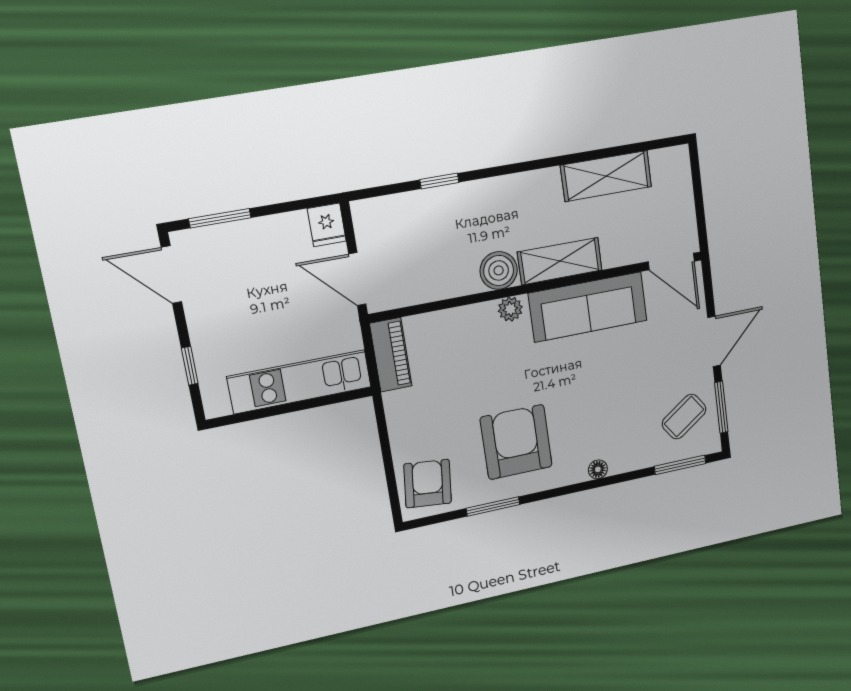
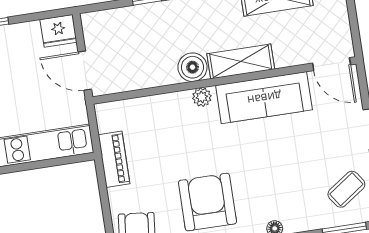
fridge: (327, 225) -> (58, 31), width x1.38
piano: (391, 355) -> (114, 159), moved

